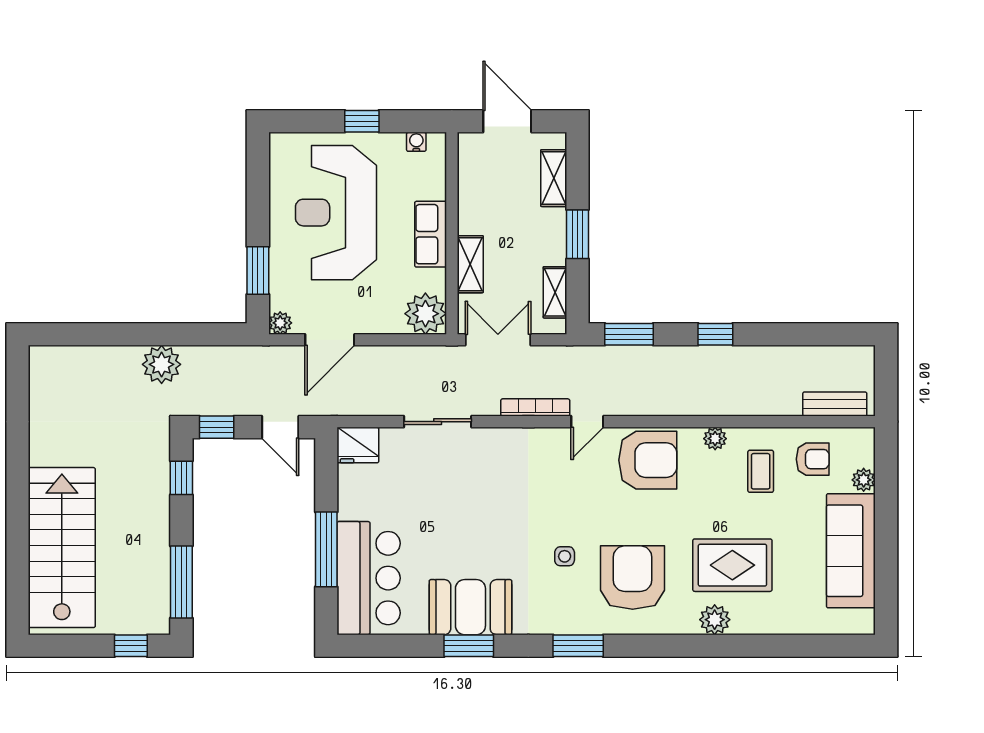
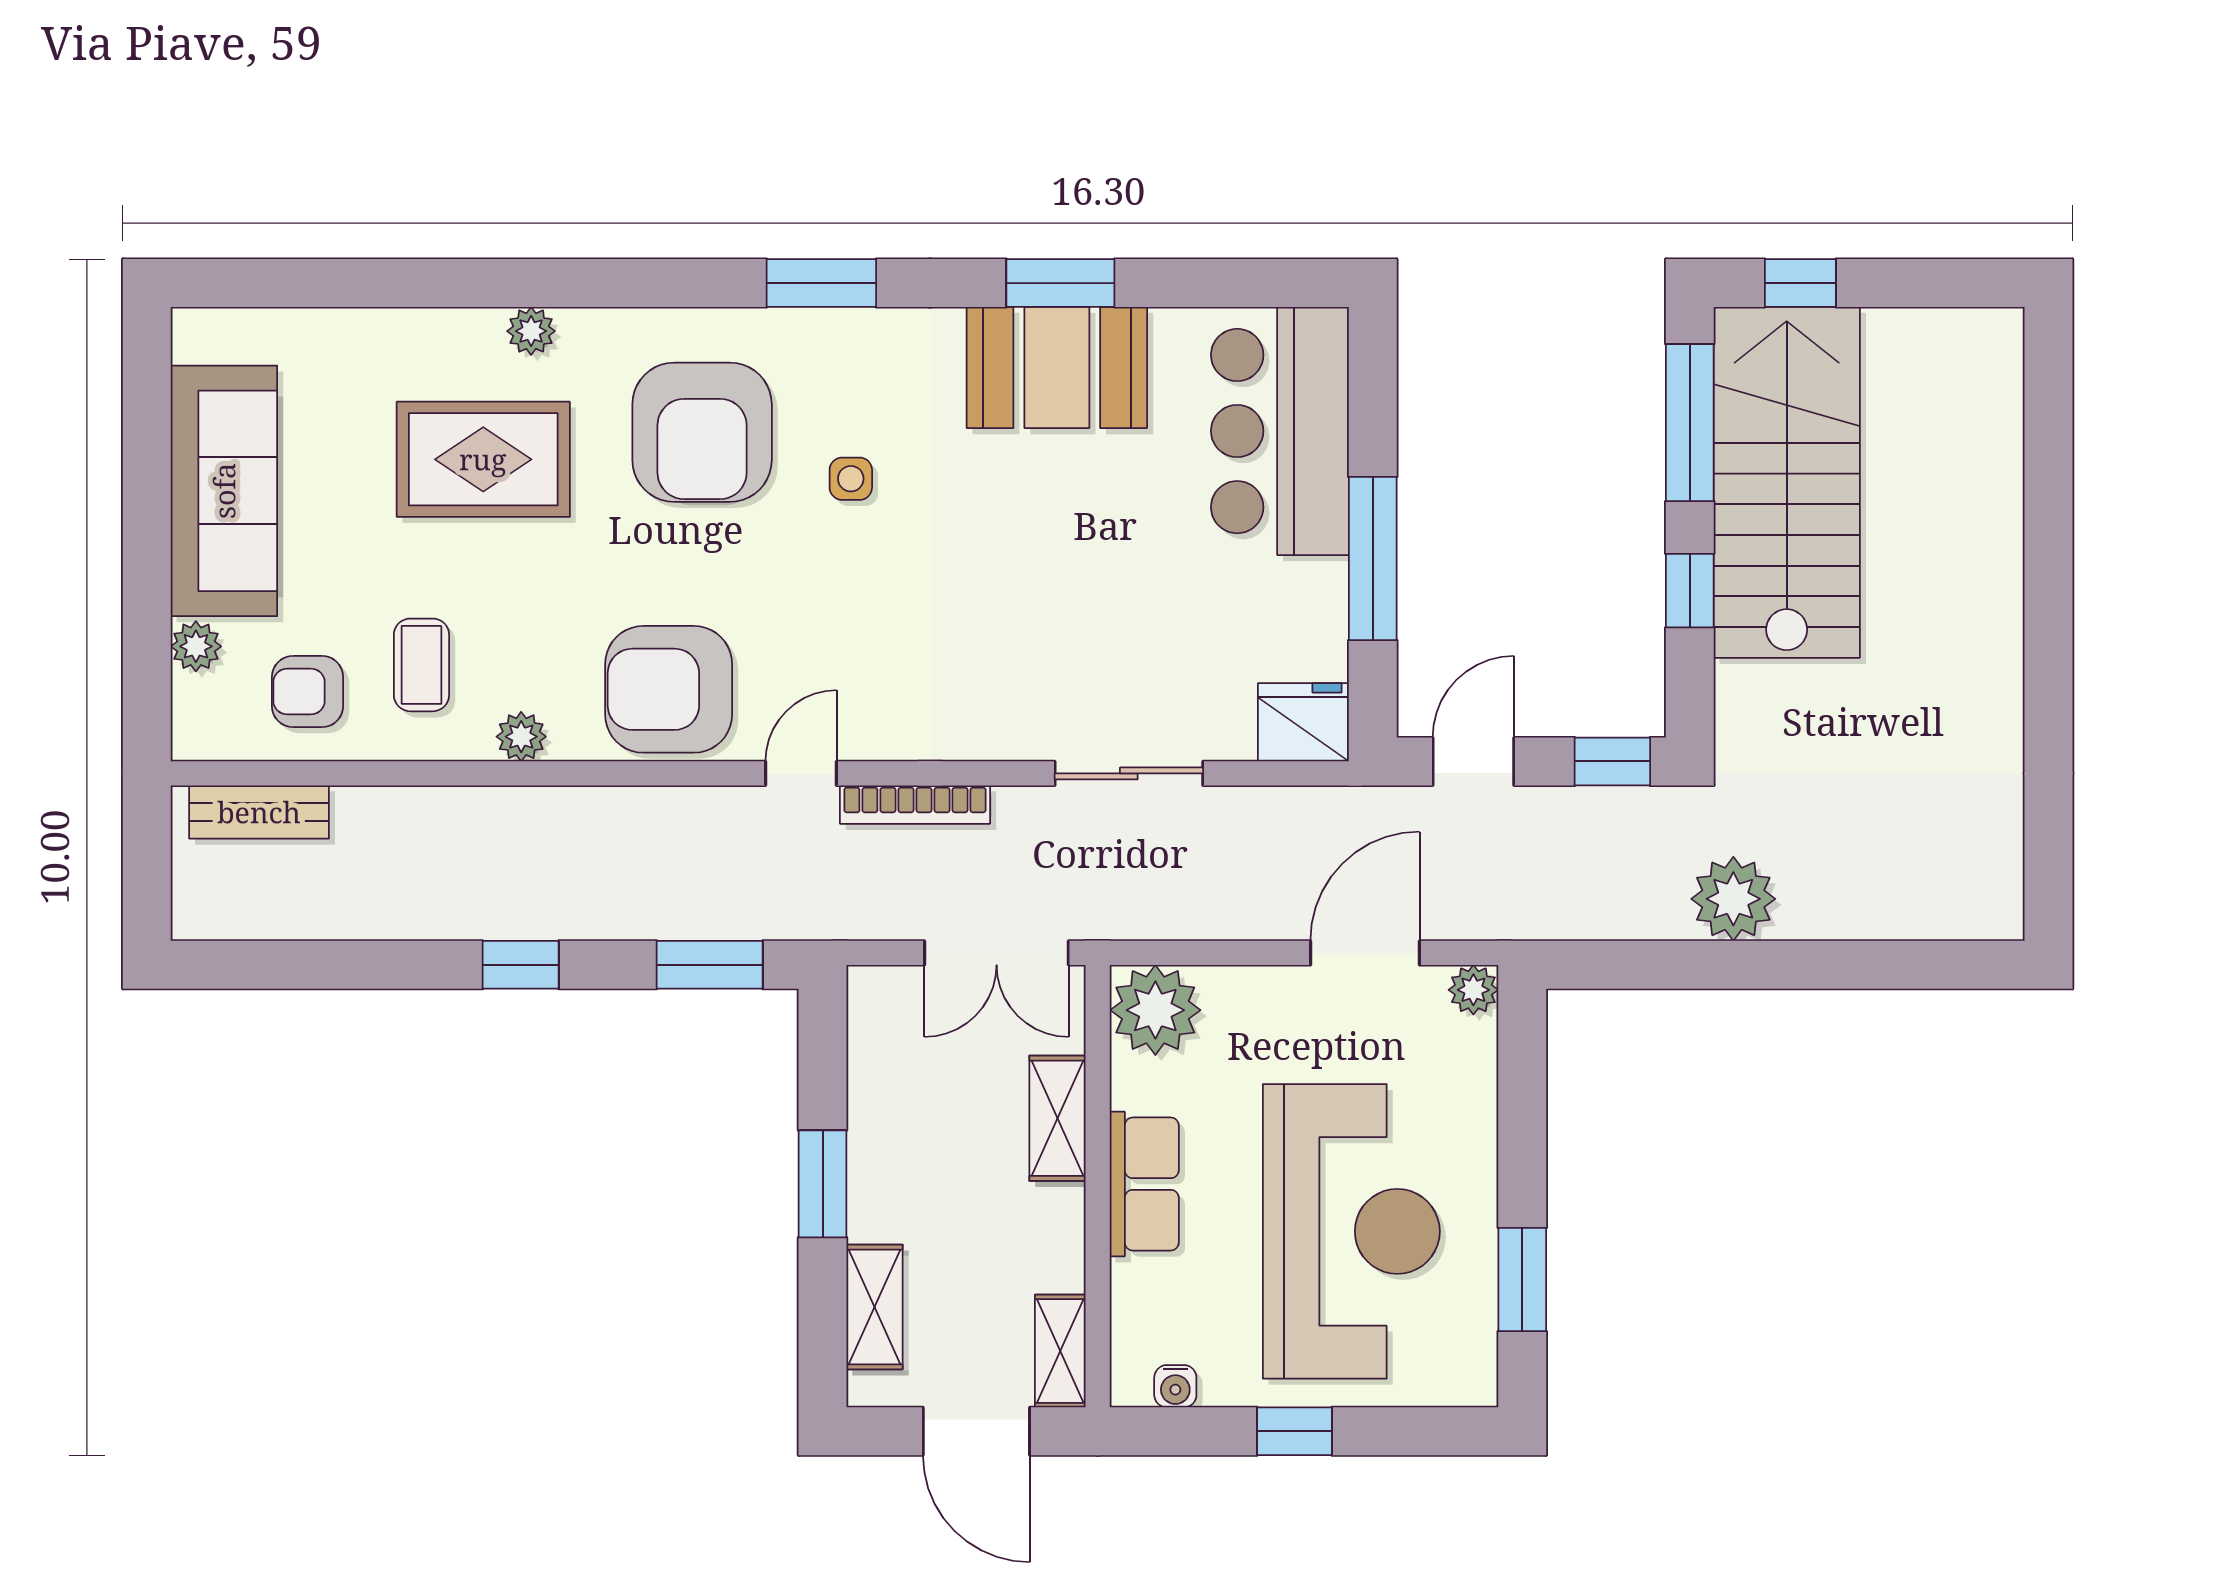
window: (258, 270) -> (1522, 1280), moved
shelving: (555, 292) -> (1060, 1351), moved
door: (280, 427) -> (1473, 761), hinge flipped
window: (181, 478) -> (1690, 591), moved
stairs: (62, 548) -> (1787, 482), moved, turned 180
window: (326, 549) -> (1373, 559), moved
plant: (715, 620) -> (531, 331), width x0.73, depth x0.73

